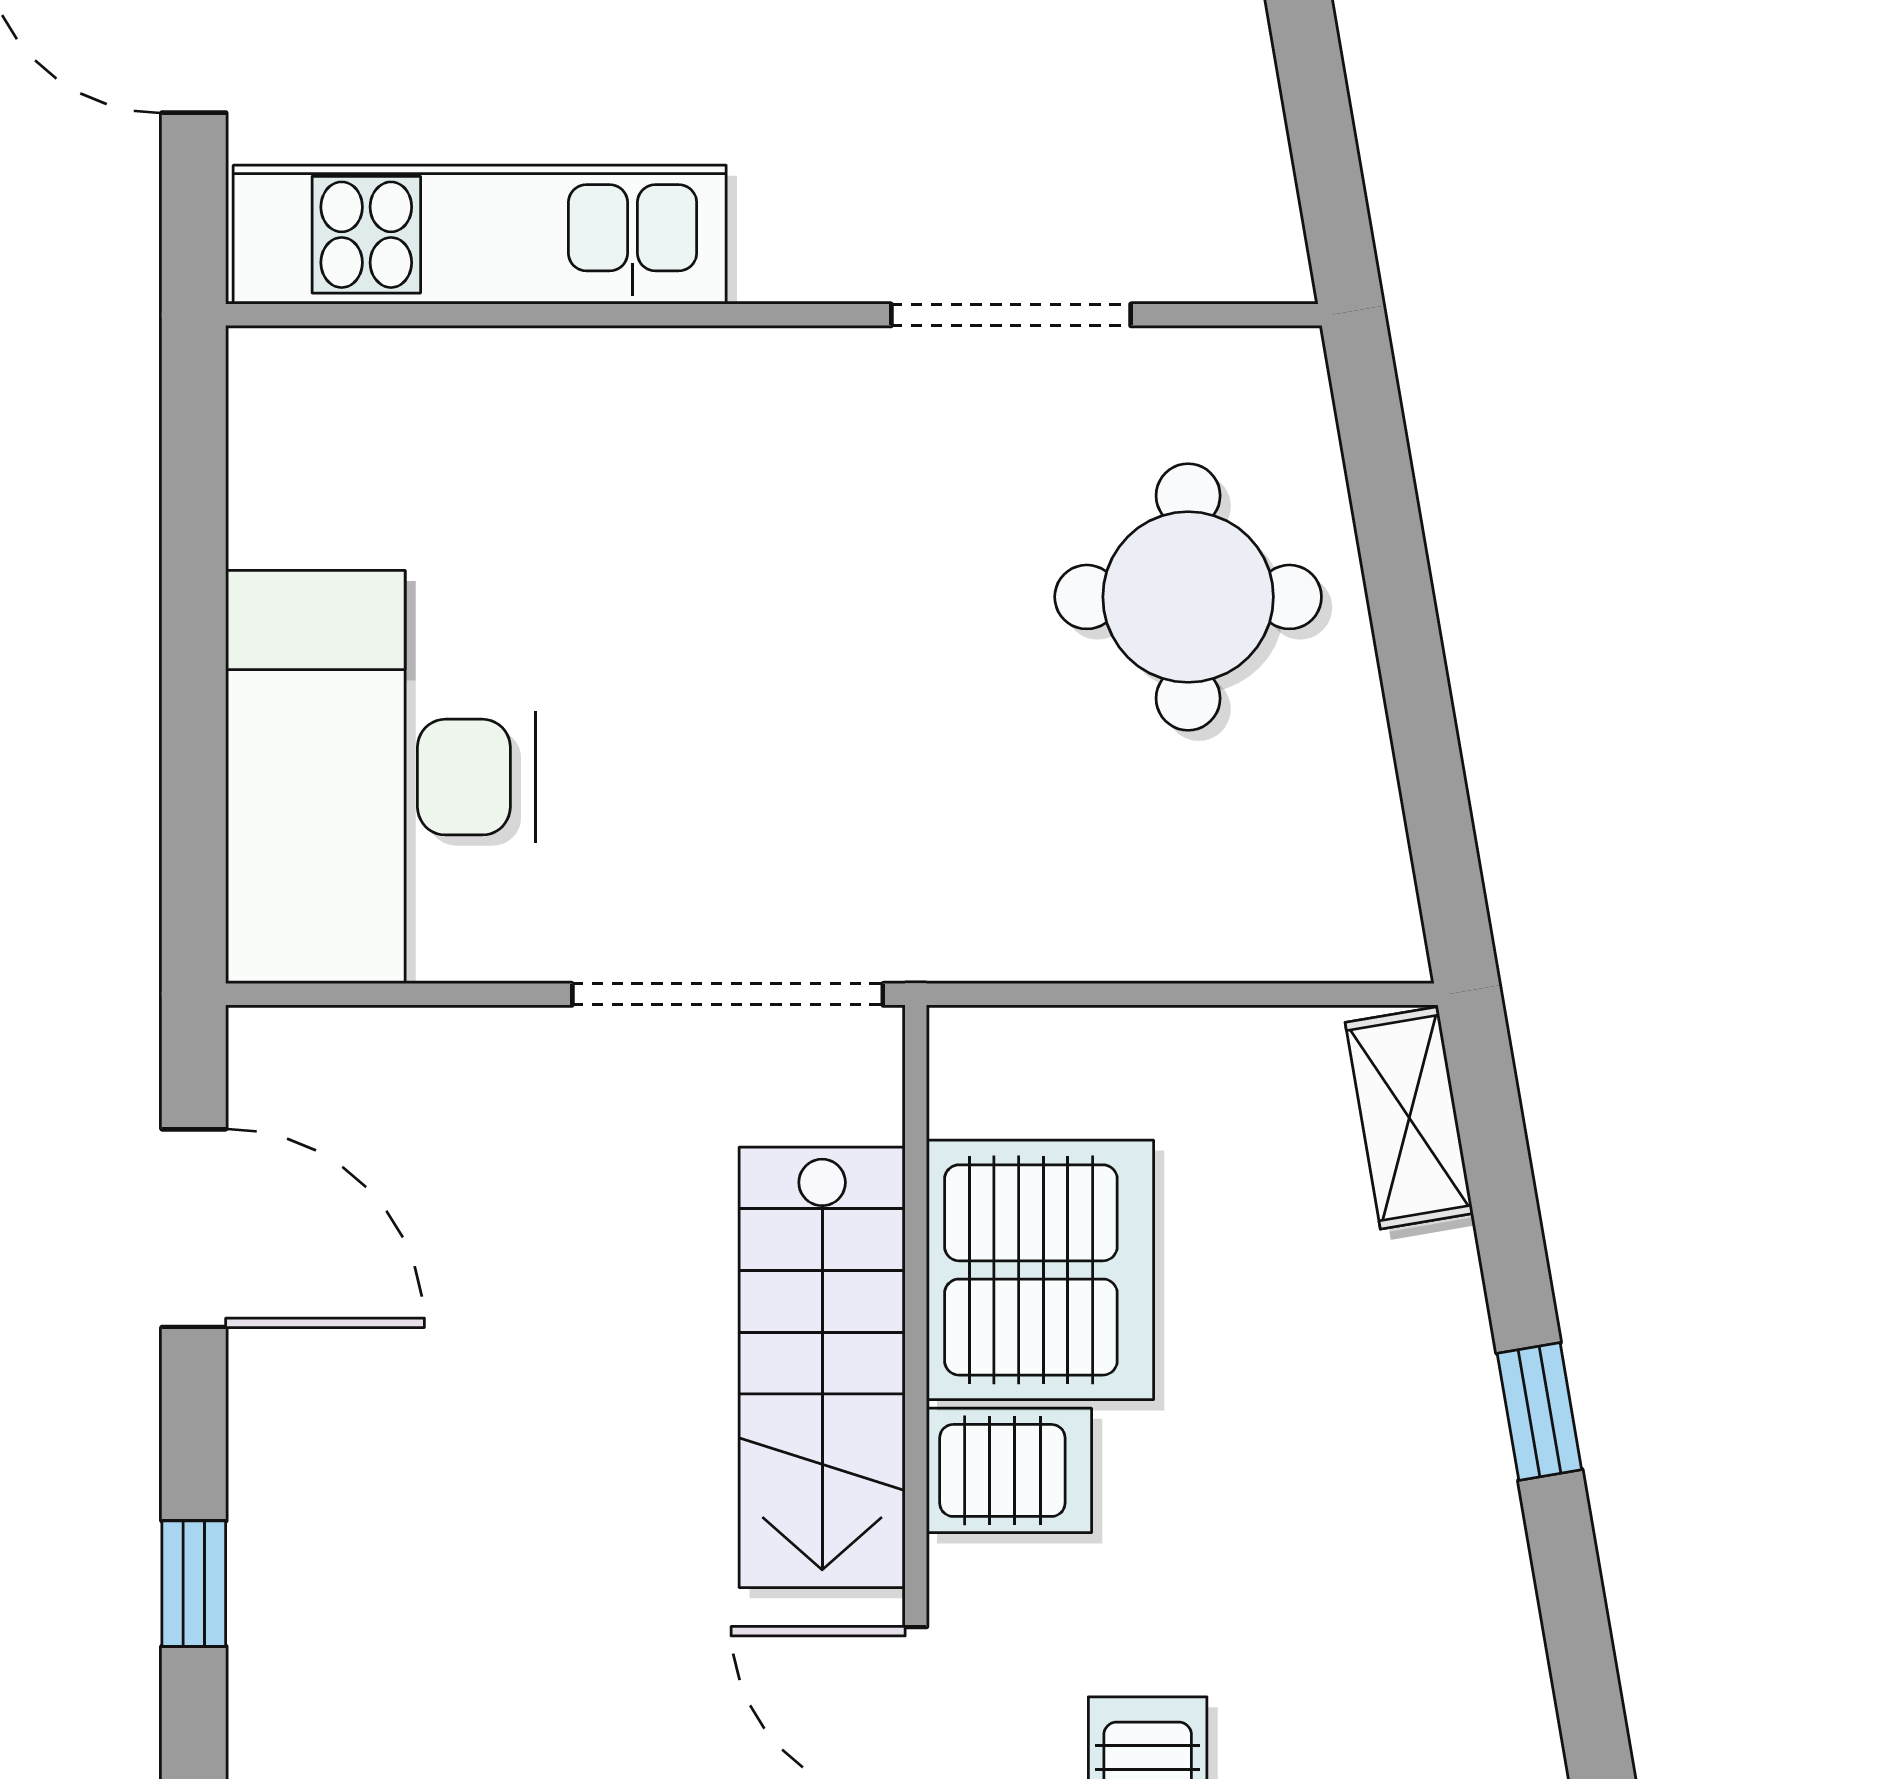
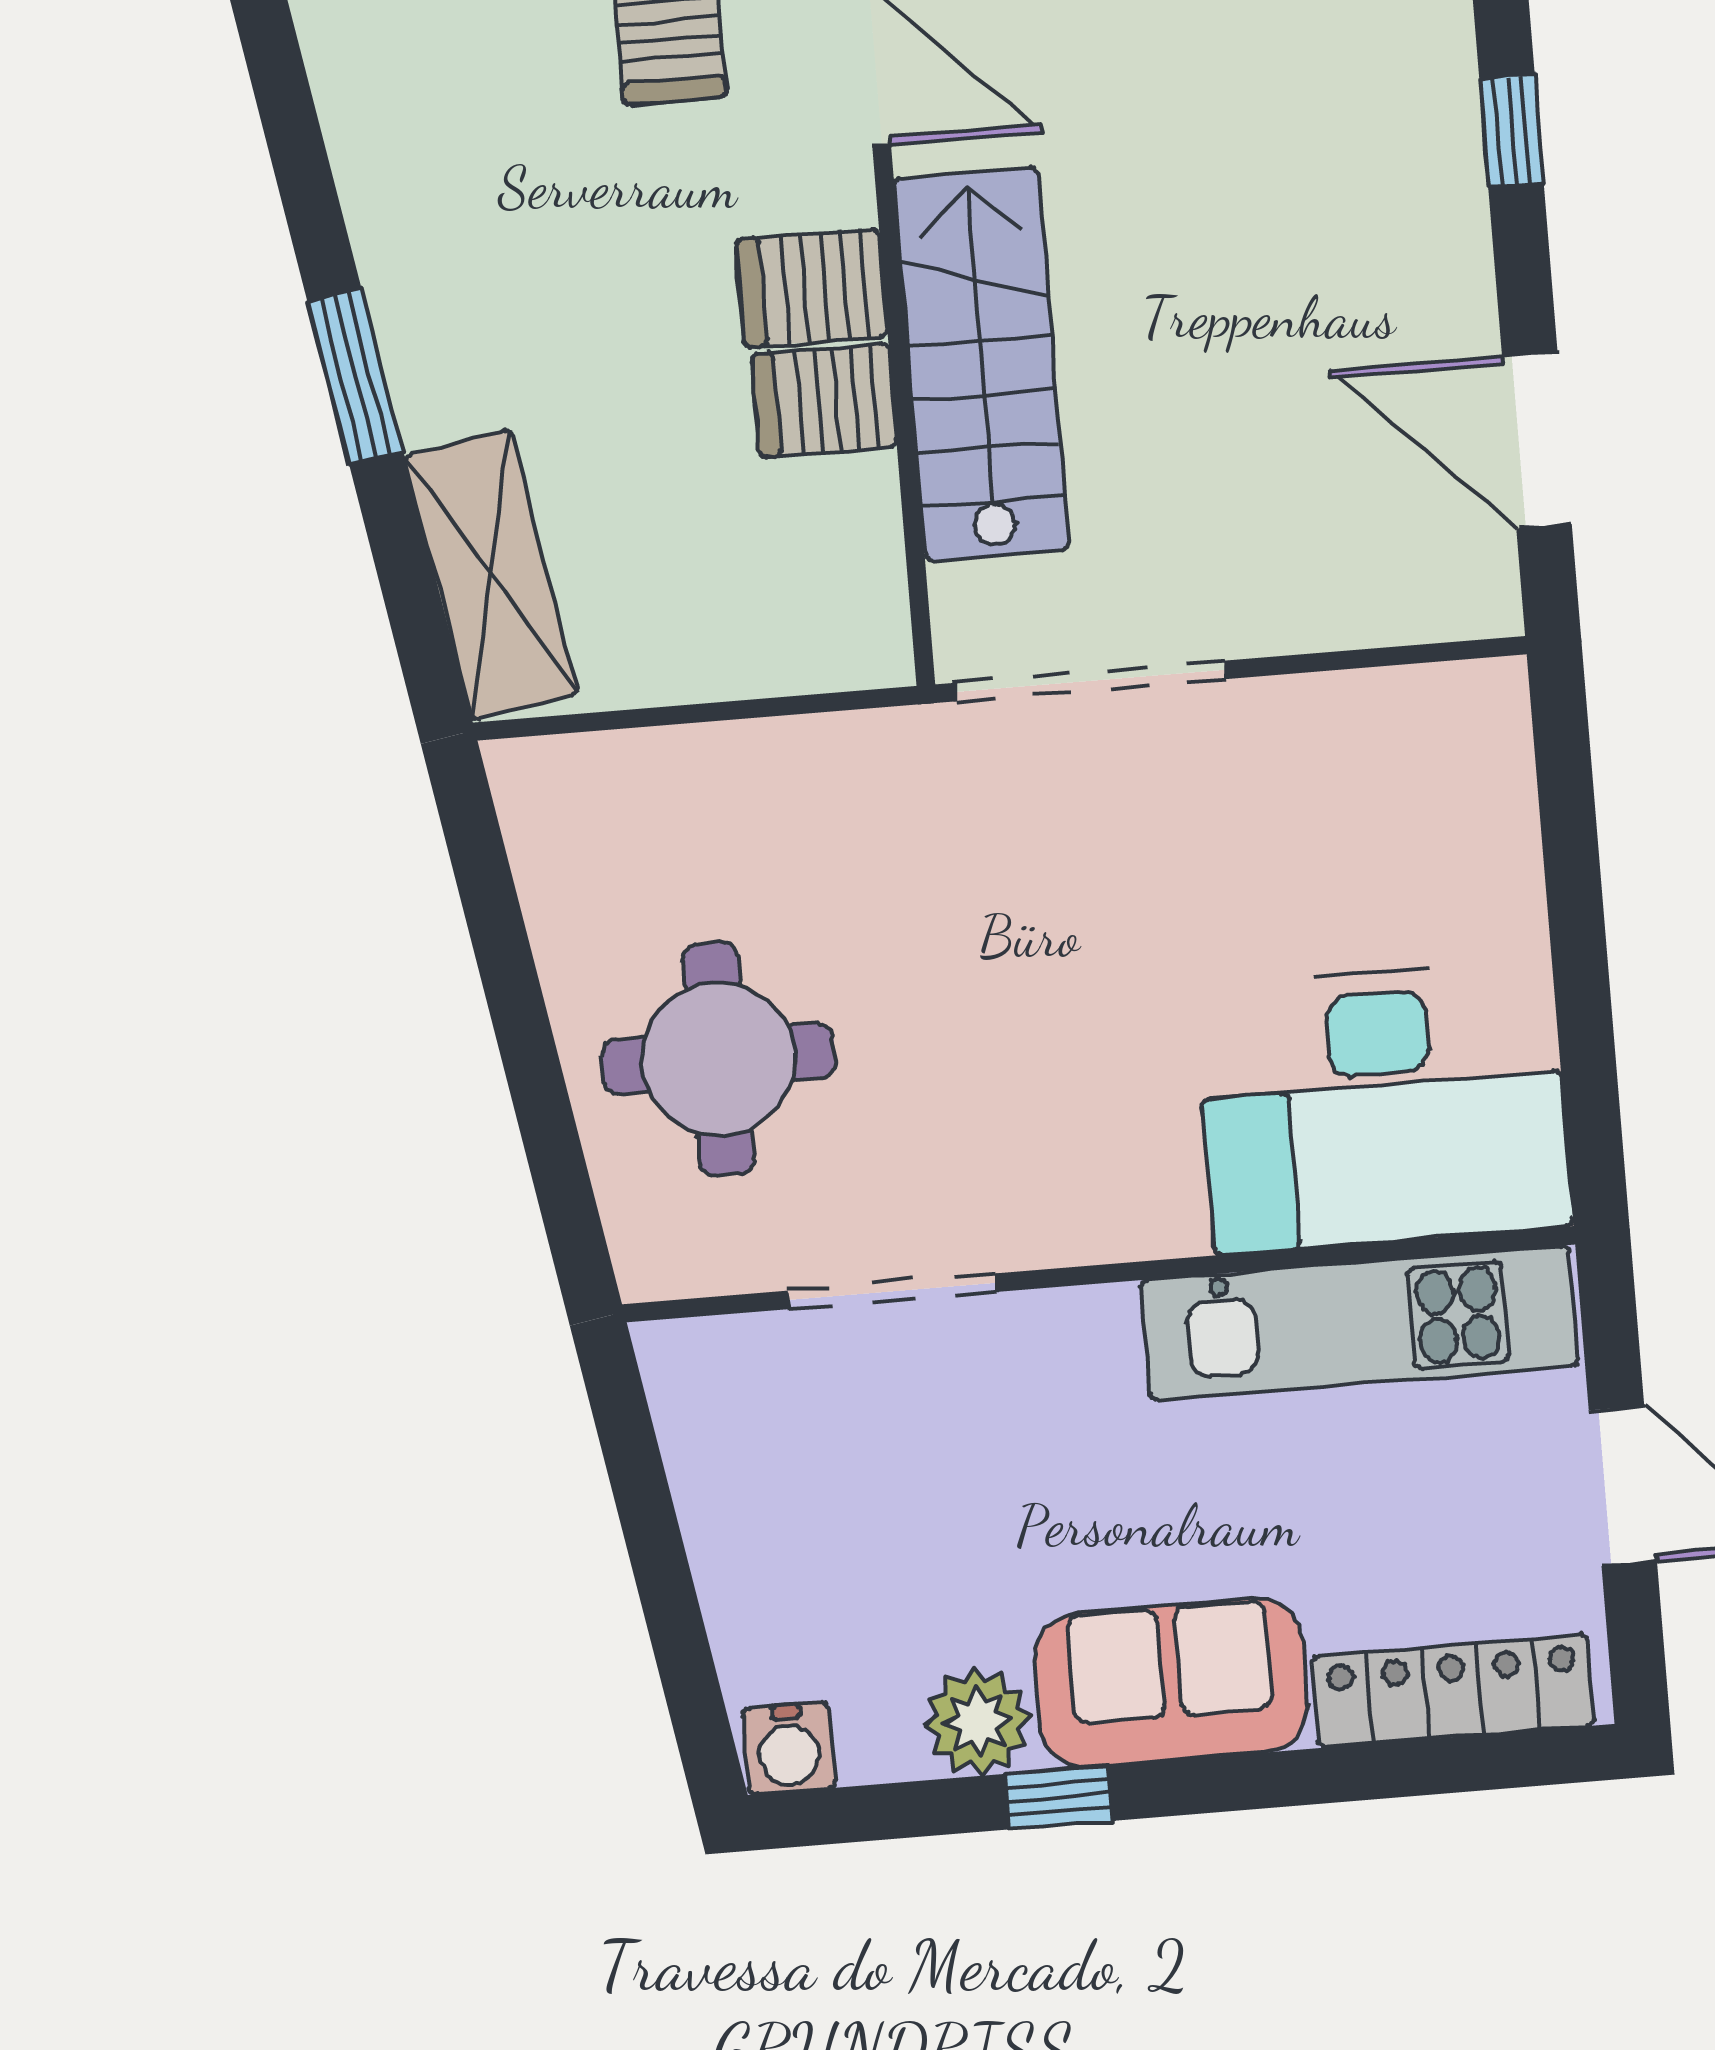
desk: (380, 777) -> (1383, 1106), moved, turned 90
shelving: (1409, 1118) -> (491, 575), width x1.50, depth x1.33
server rack: (1040, 1270) -> (824, 400), width x0.46, depth x0.70
window: (1539, 1412) -> (355, 377), width x1.50

